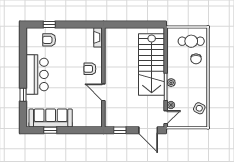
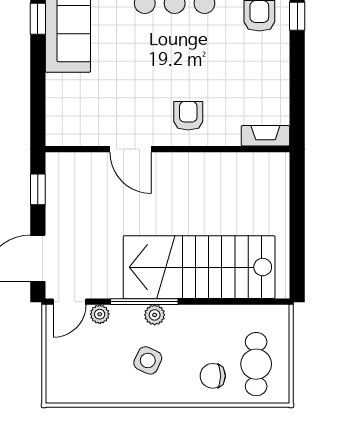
door: (103, 92) -> (130, 149), swing flipped
side table: (199, 108) -> (148, 360), moved
door: (166, 117) -> (70, 302), hinge flipped

